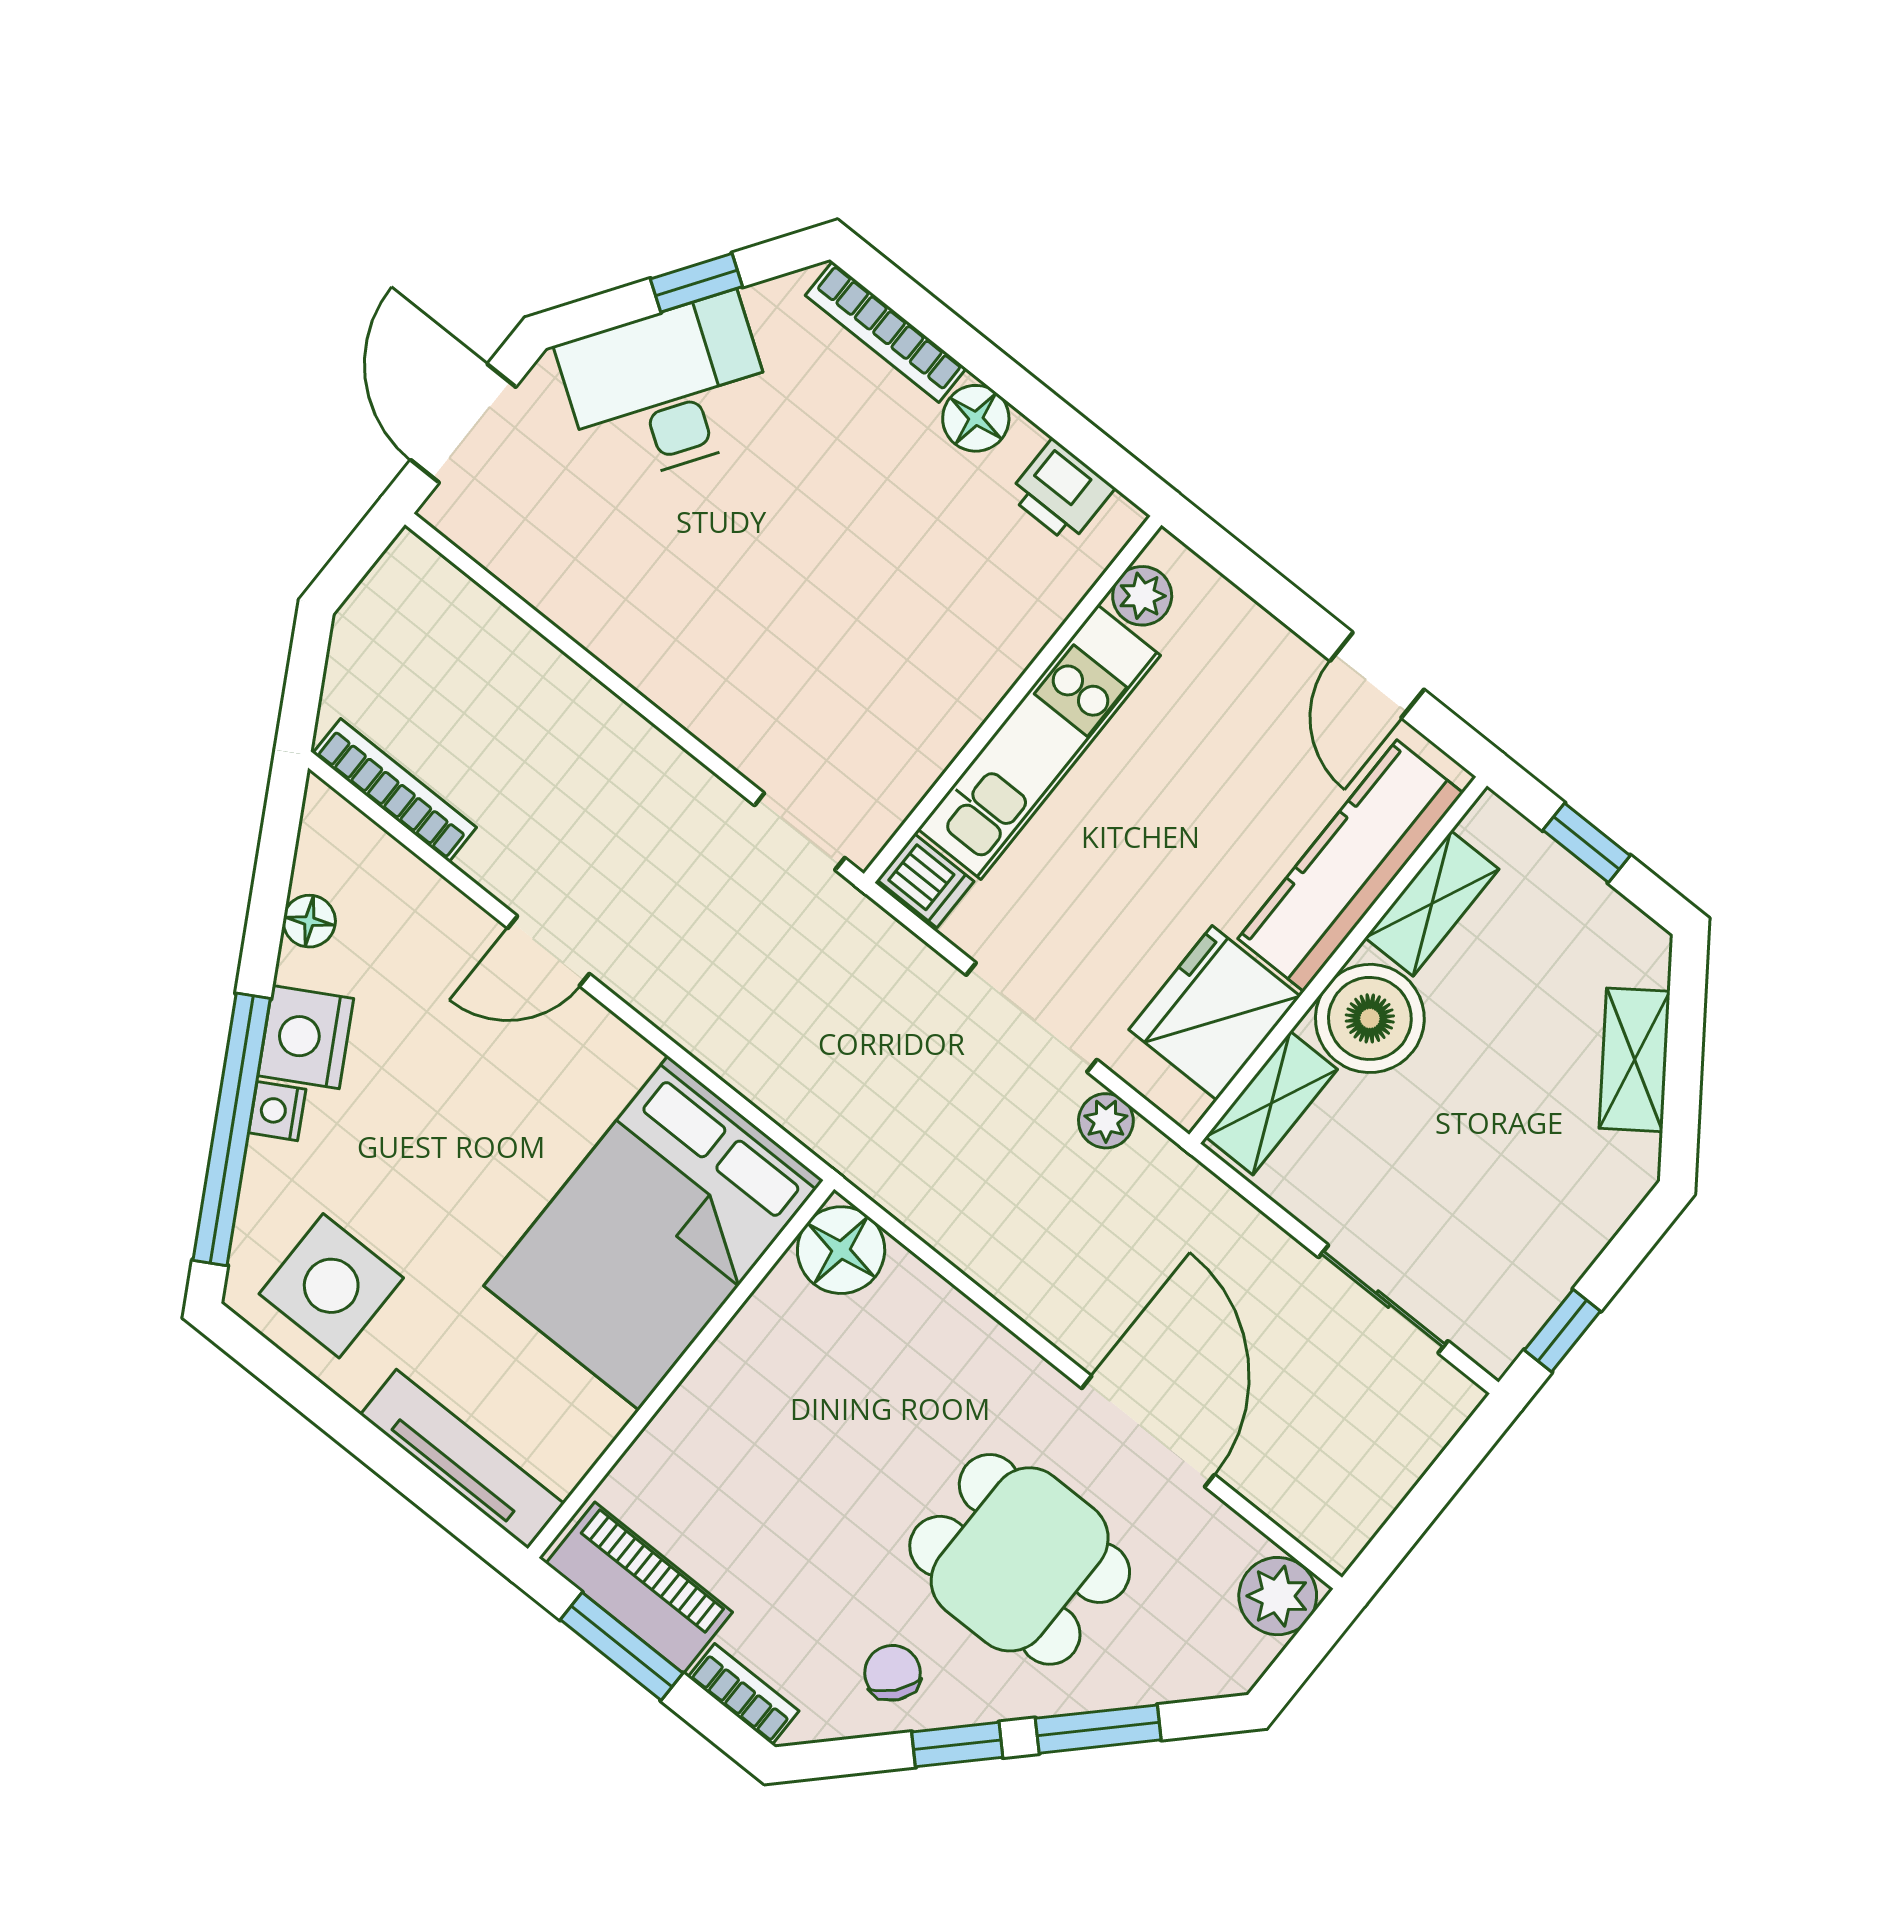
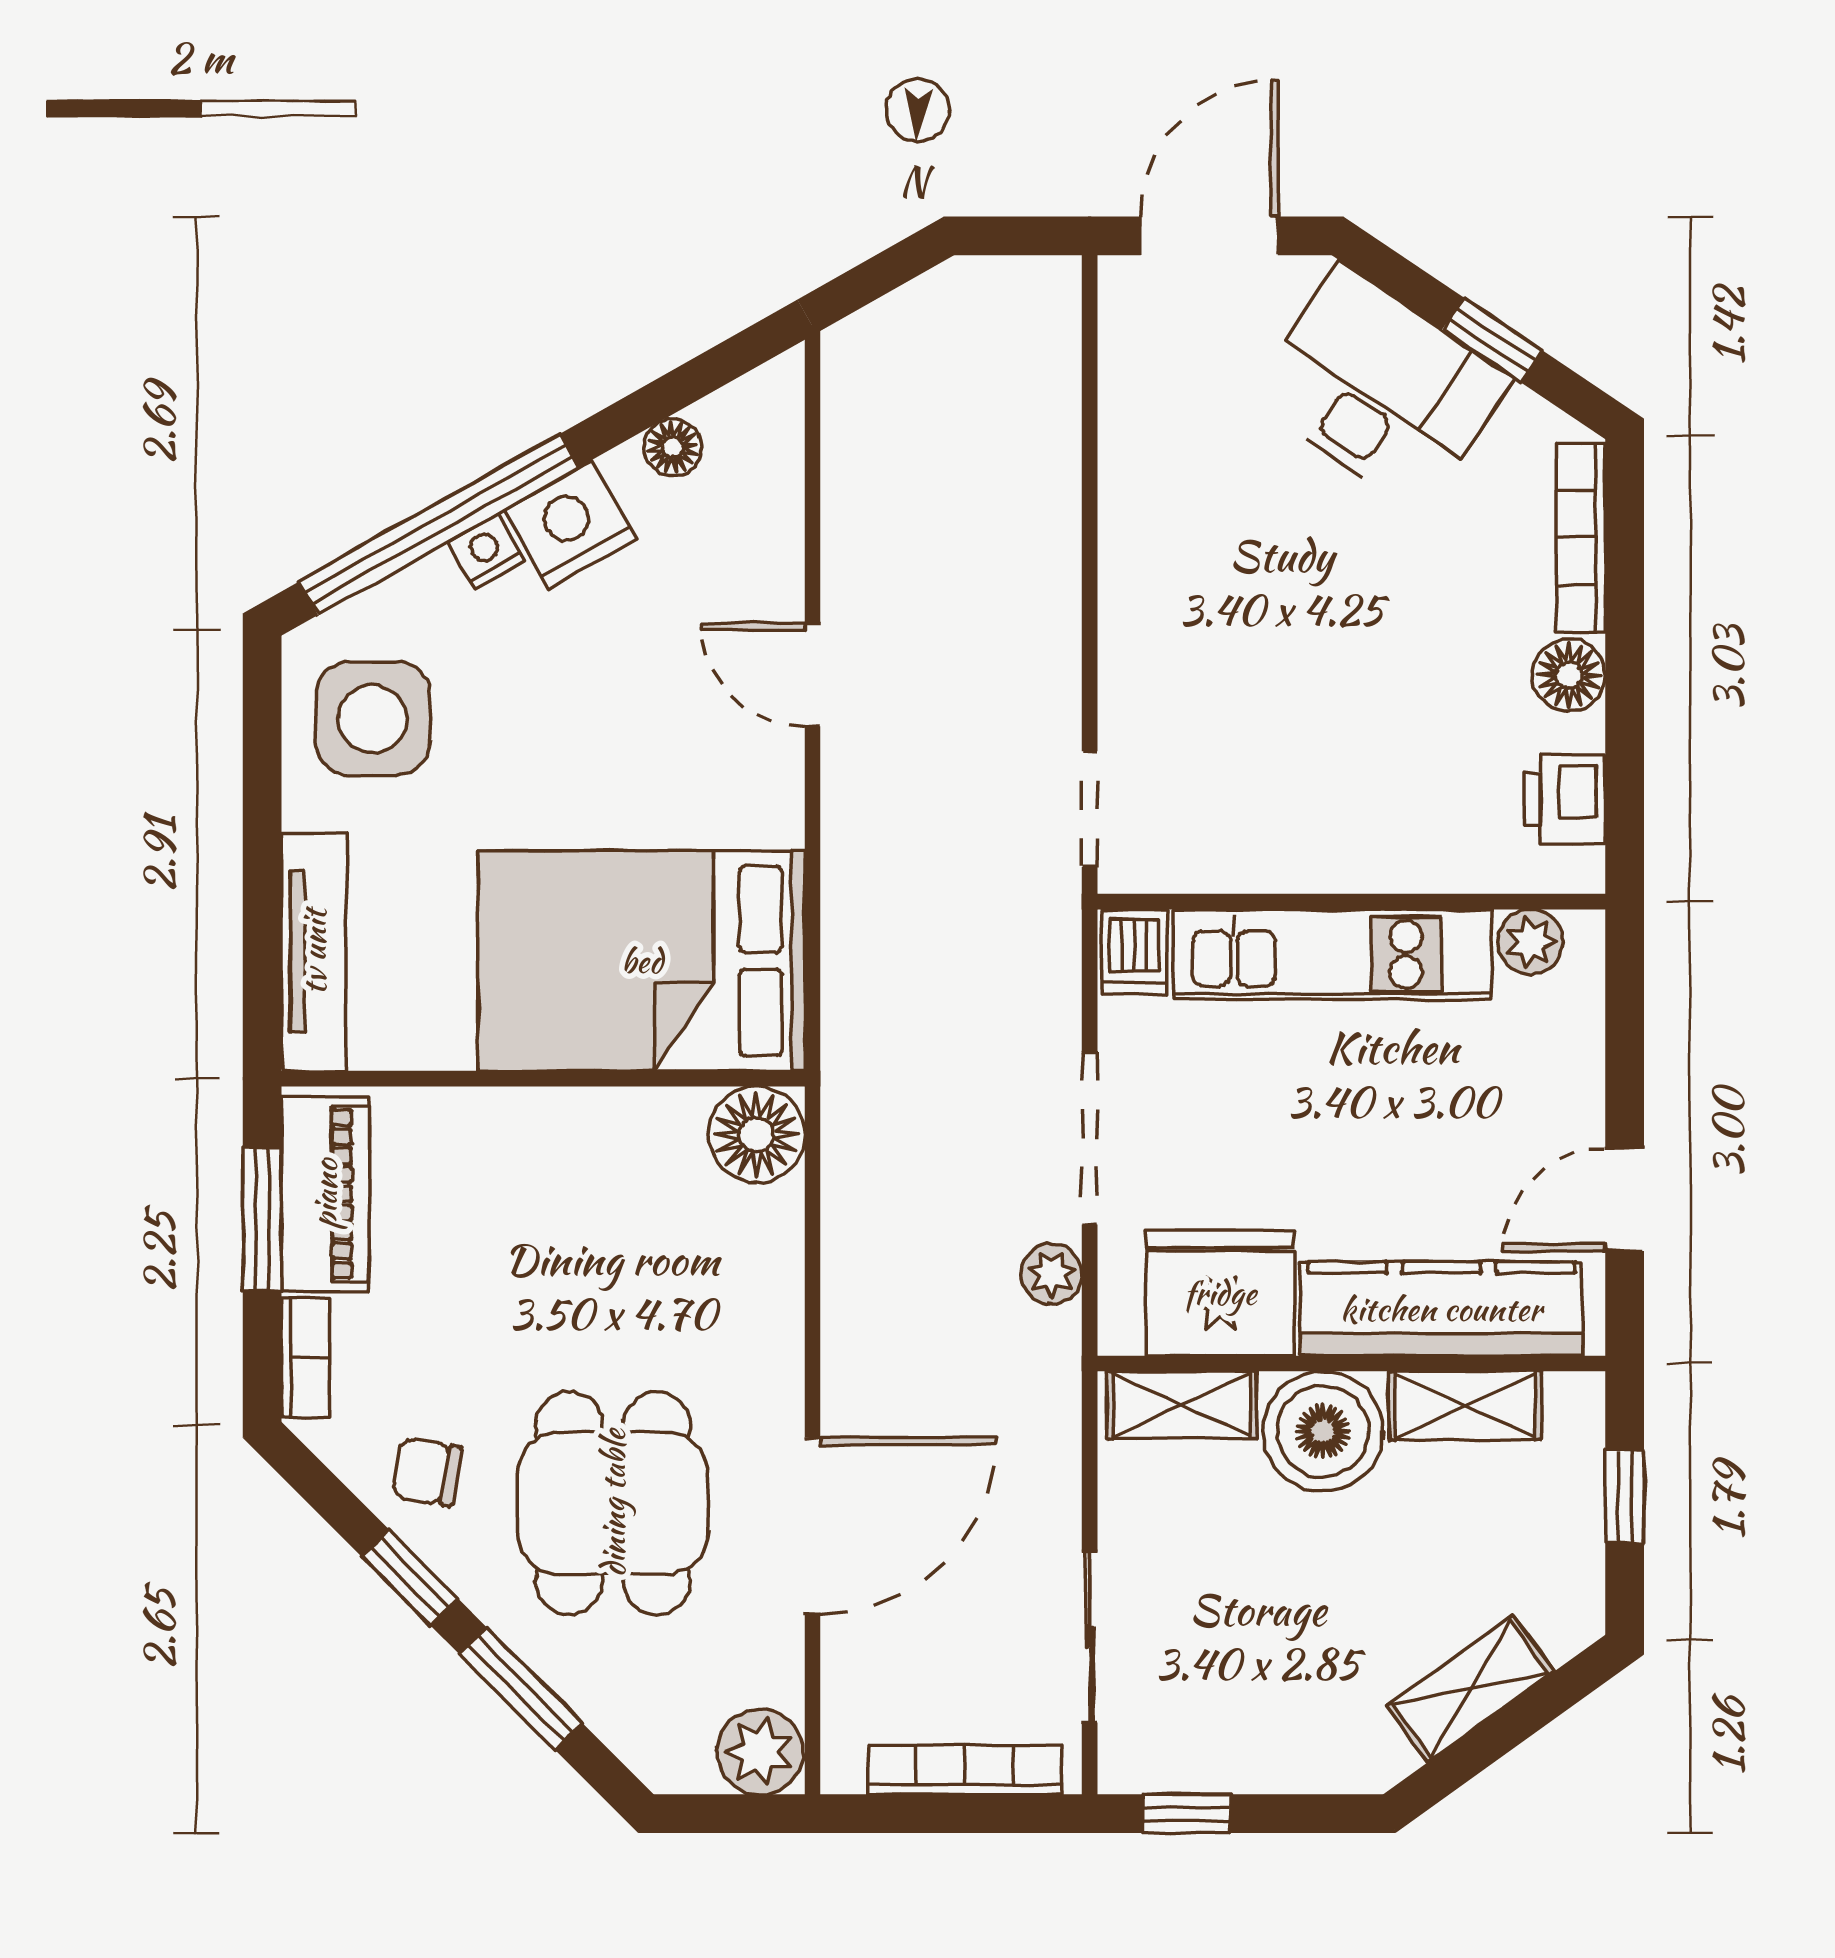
bookcase: (395, 790) -> (965, 1770), moved, turned -90
chair: (892, 1673) -> (427, 1472), turned -120

